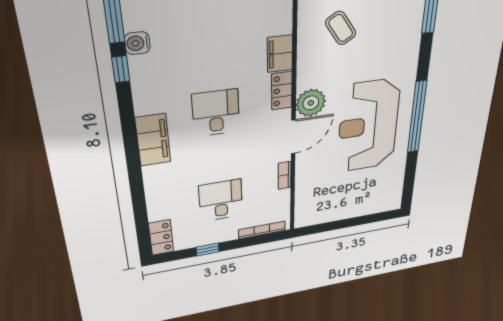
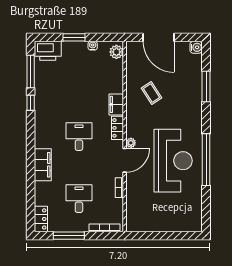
water cooler: (137, 43) -> (41, 89), removed
plant: (311, 103) -> (131, 143), width x0.53, depth x0.53
reception desk: (368, 126) -> (173, 161), turned 180
filing cabinet: (153, 140) -> (43, 165), moved
window: (208, 249) -> (69, 236), width x2.17

